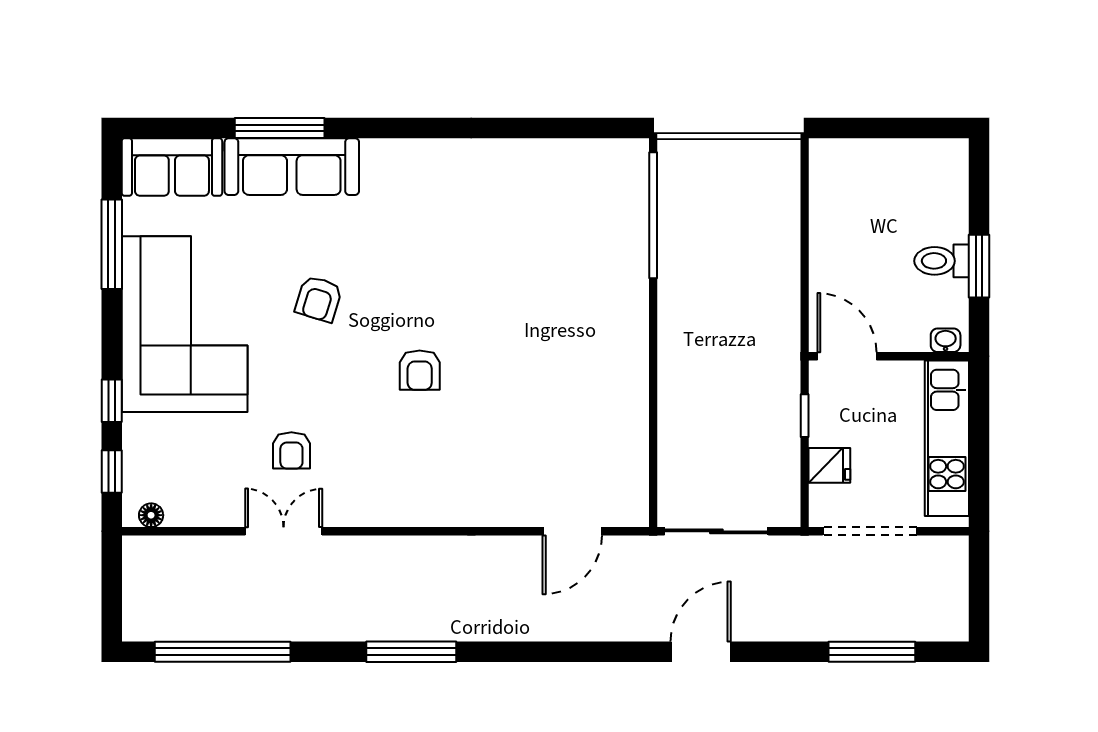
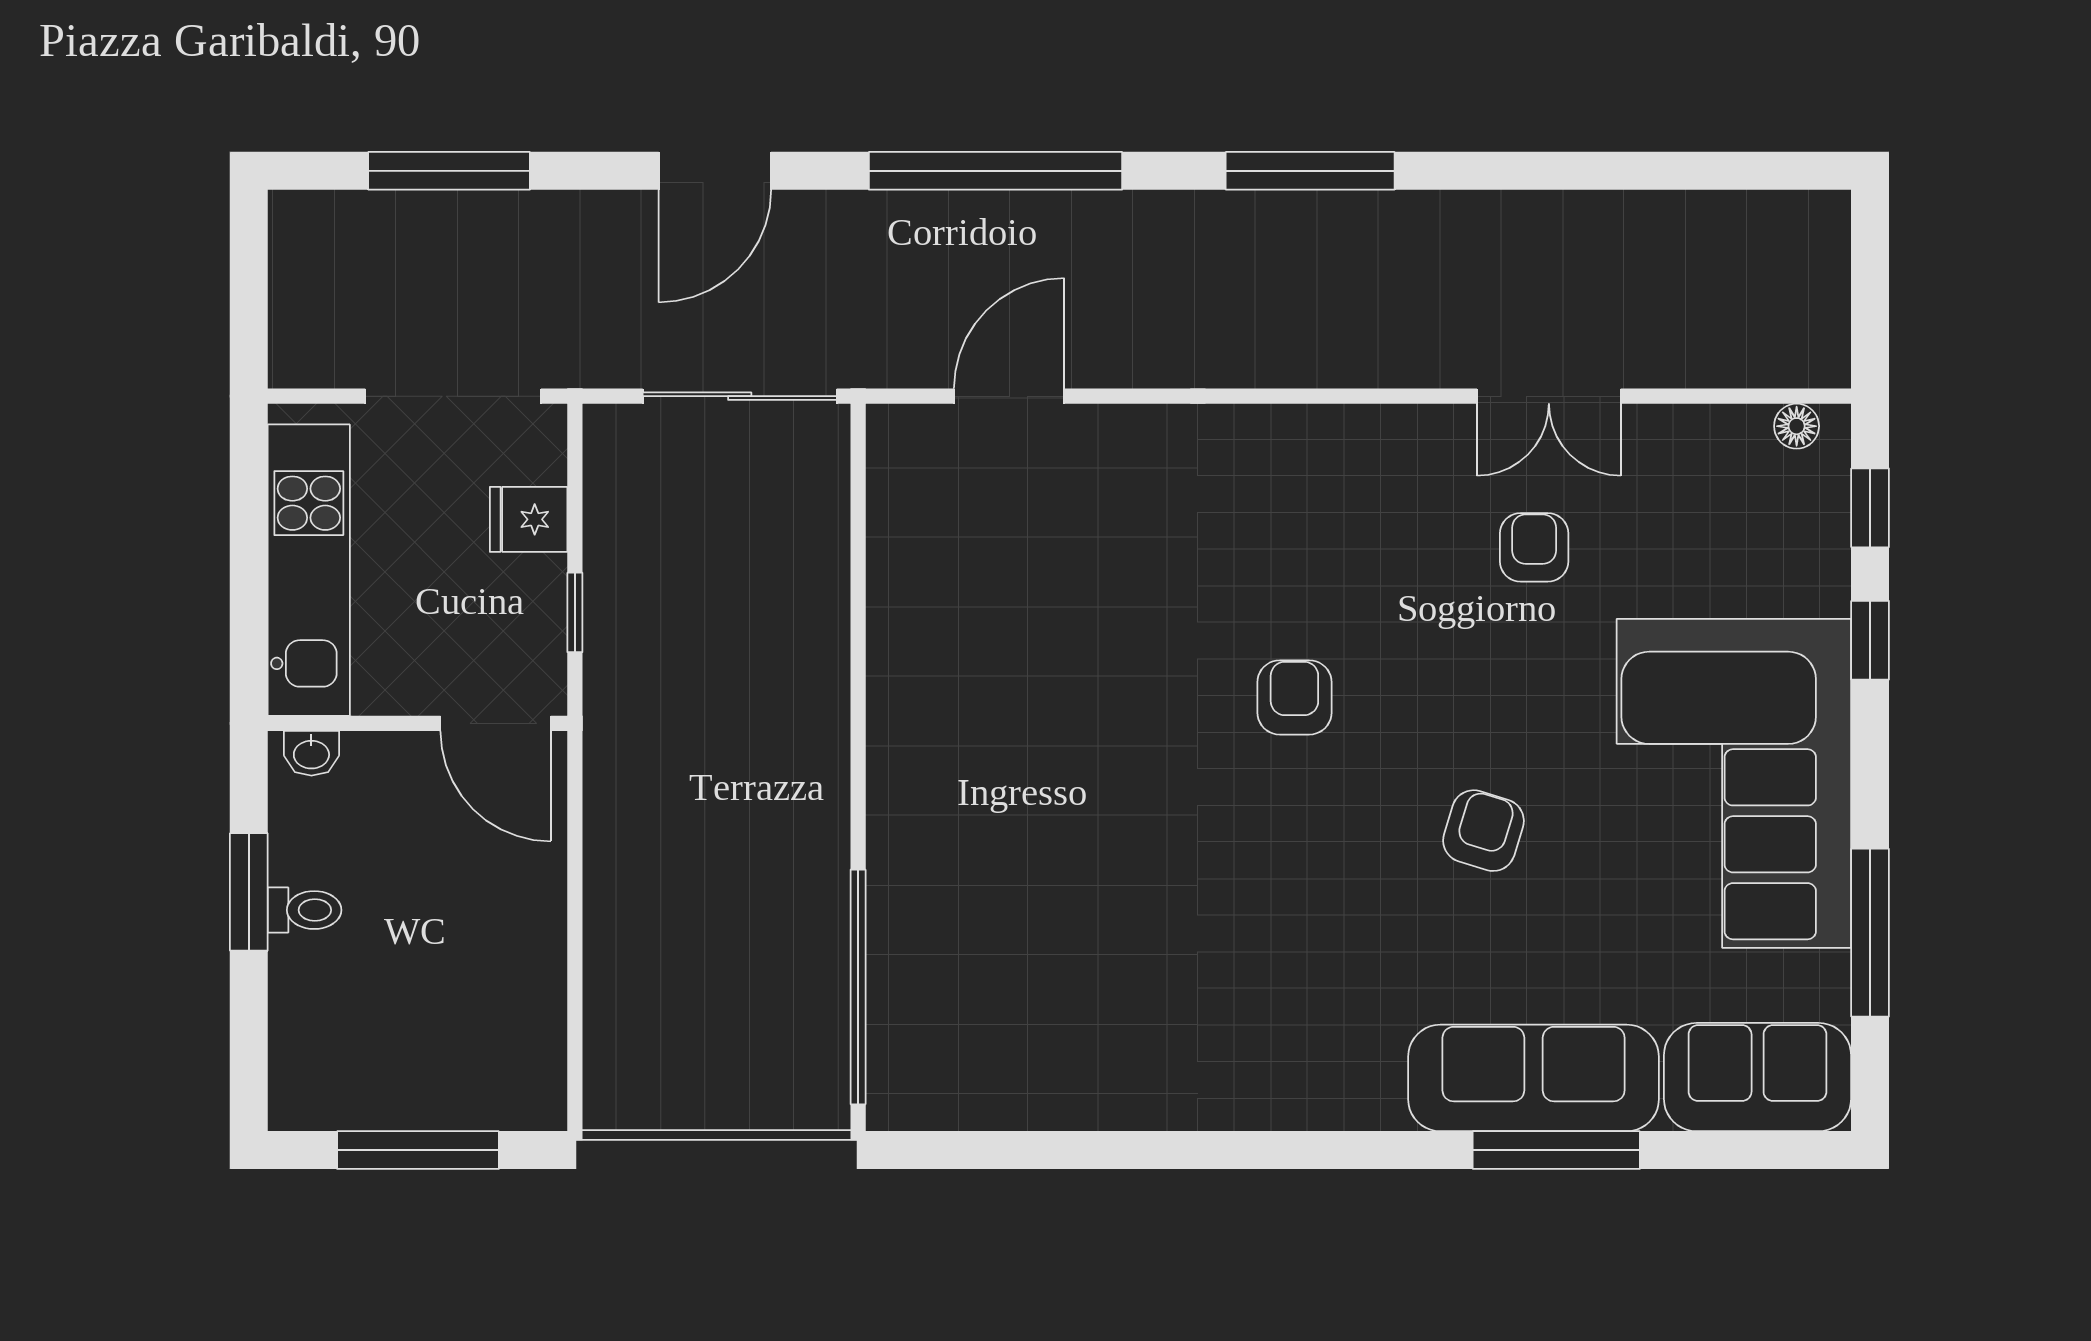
window: (889, 128) -> (418, 1150), added
toilet: (942, 261) -> (305, 910), width x0.73, depth x0.72
window: (223, 652) -> (995, 171), moved
door: (701, 652) -> (715, 171), moved

